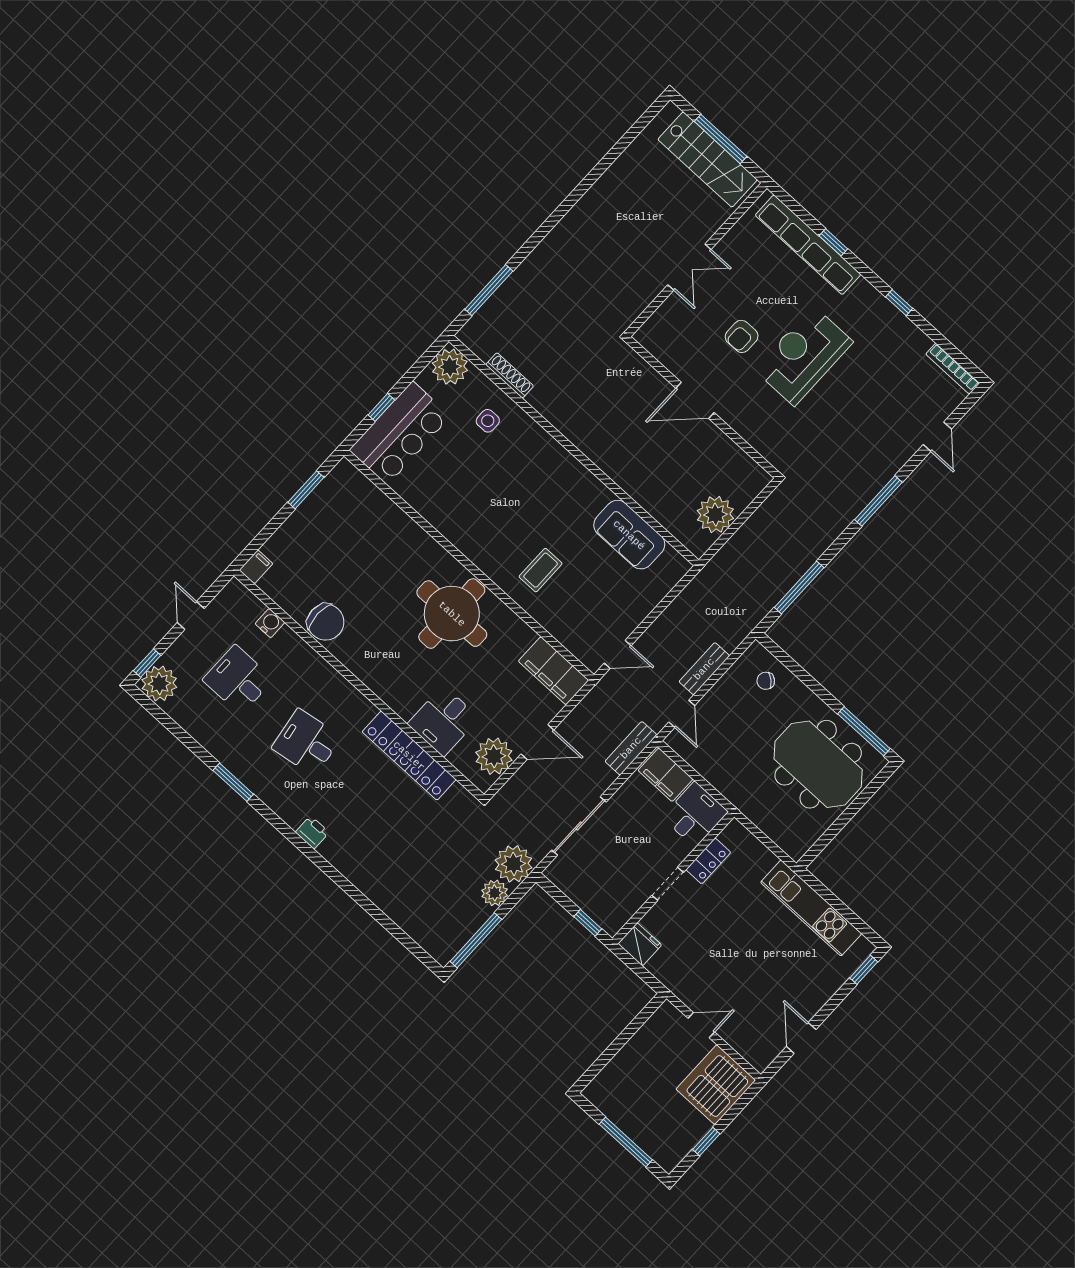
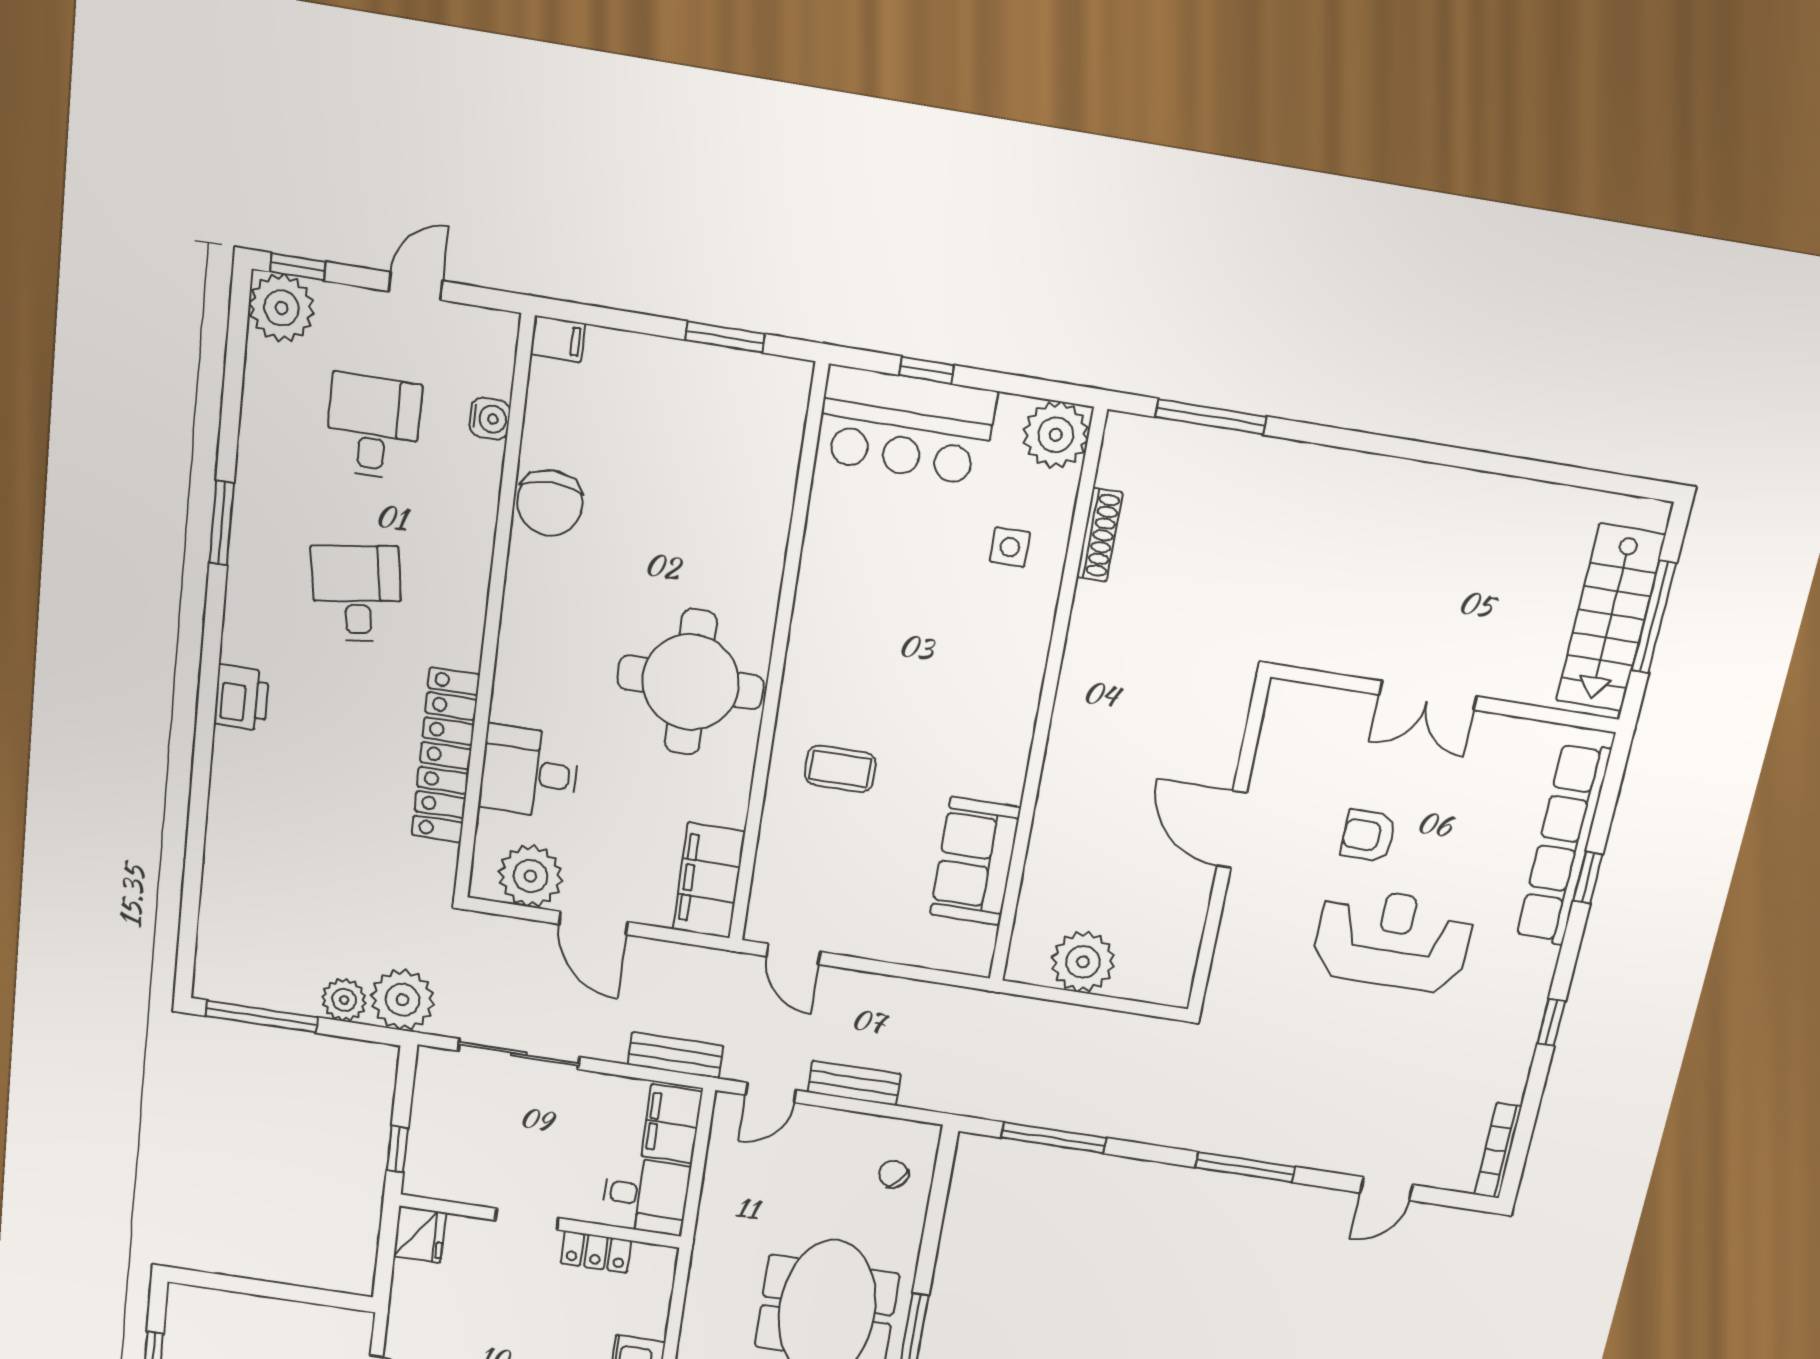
printer: (312, 832) -> (241, 698), width x1.36, depth x1.24

